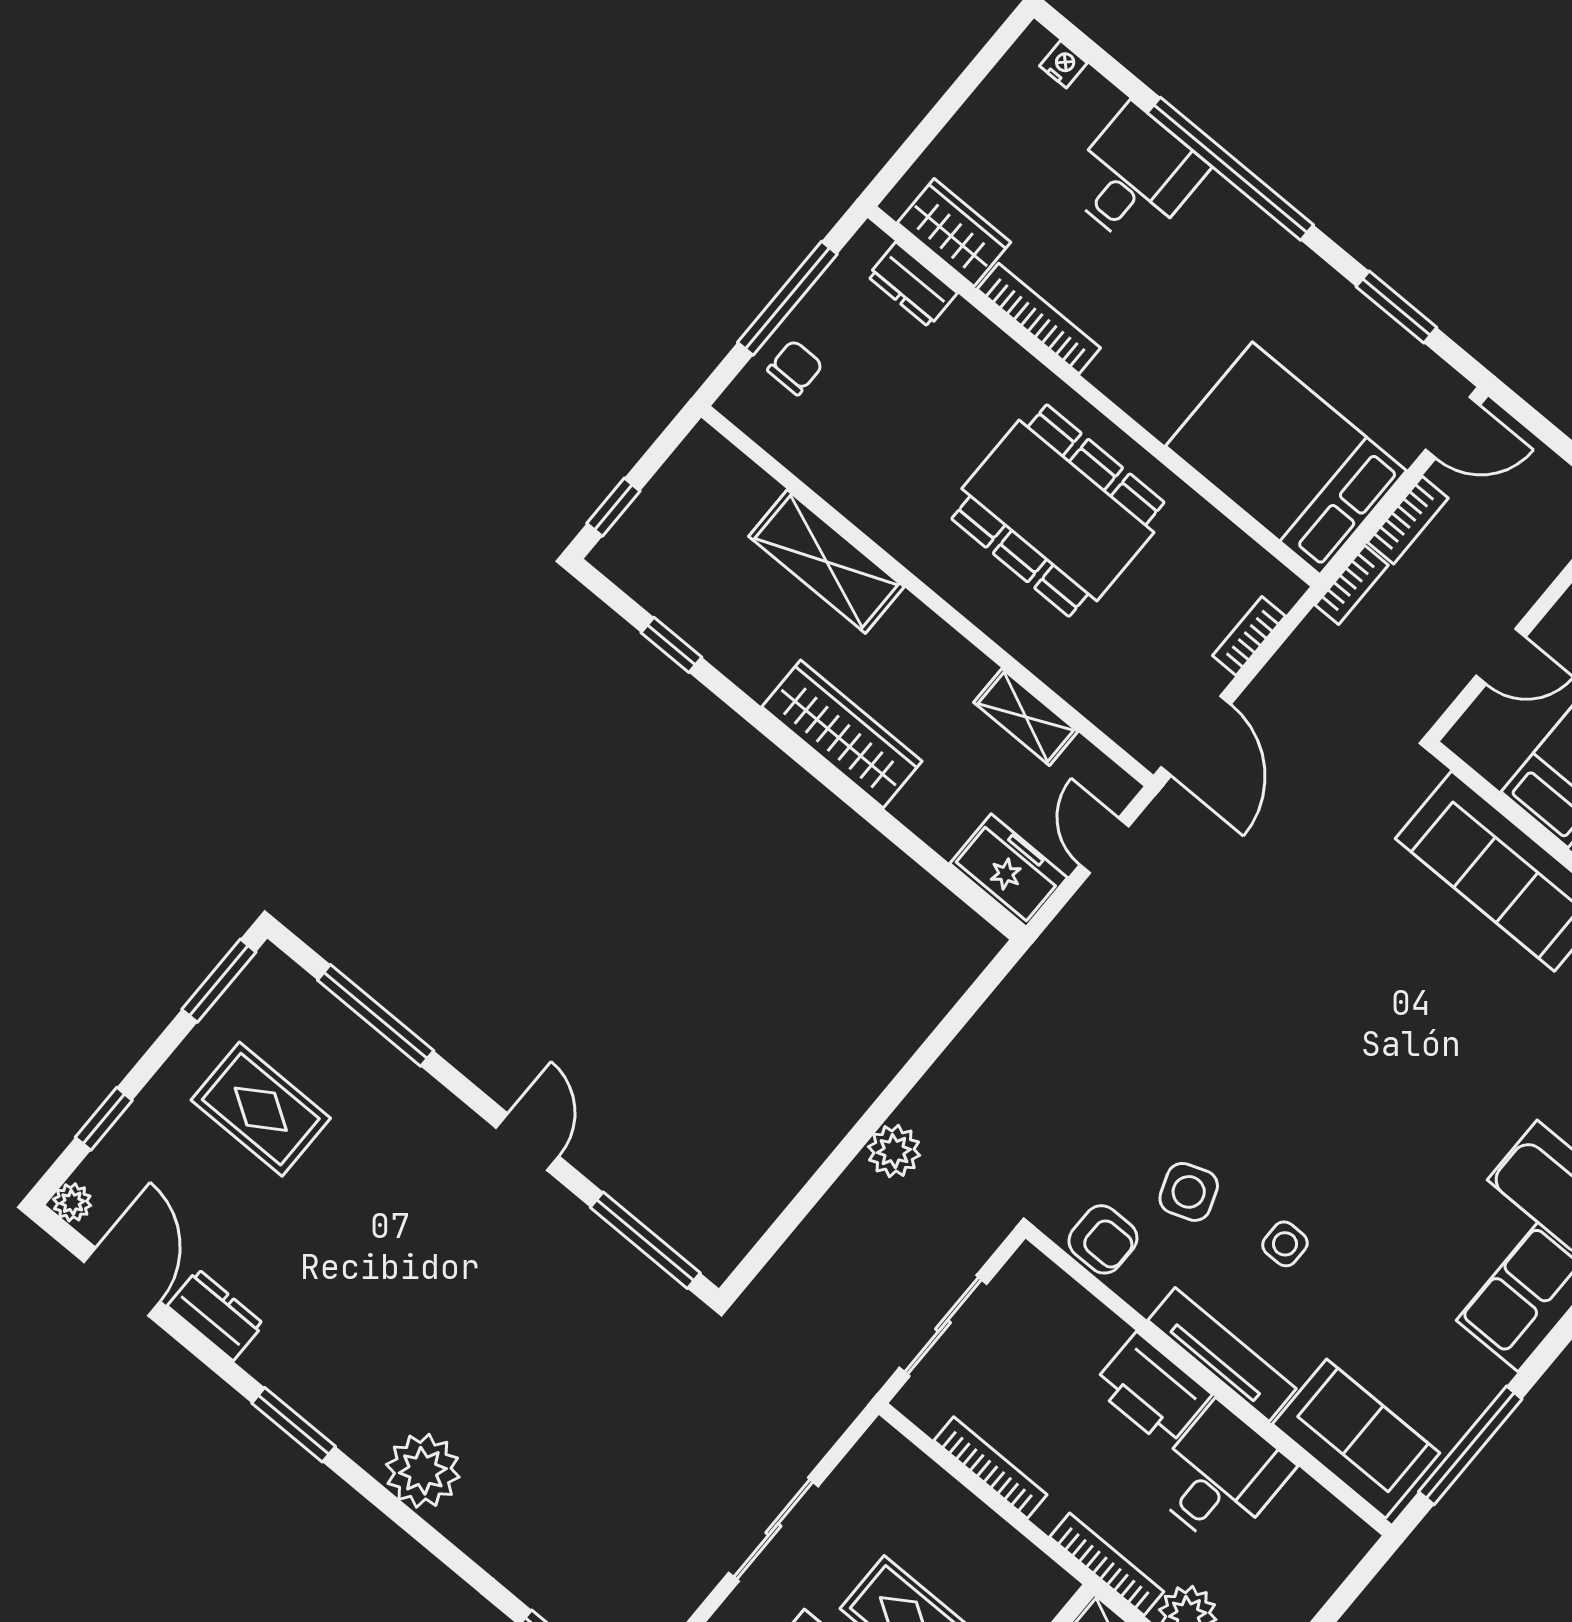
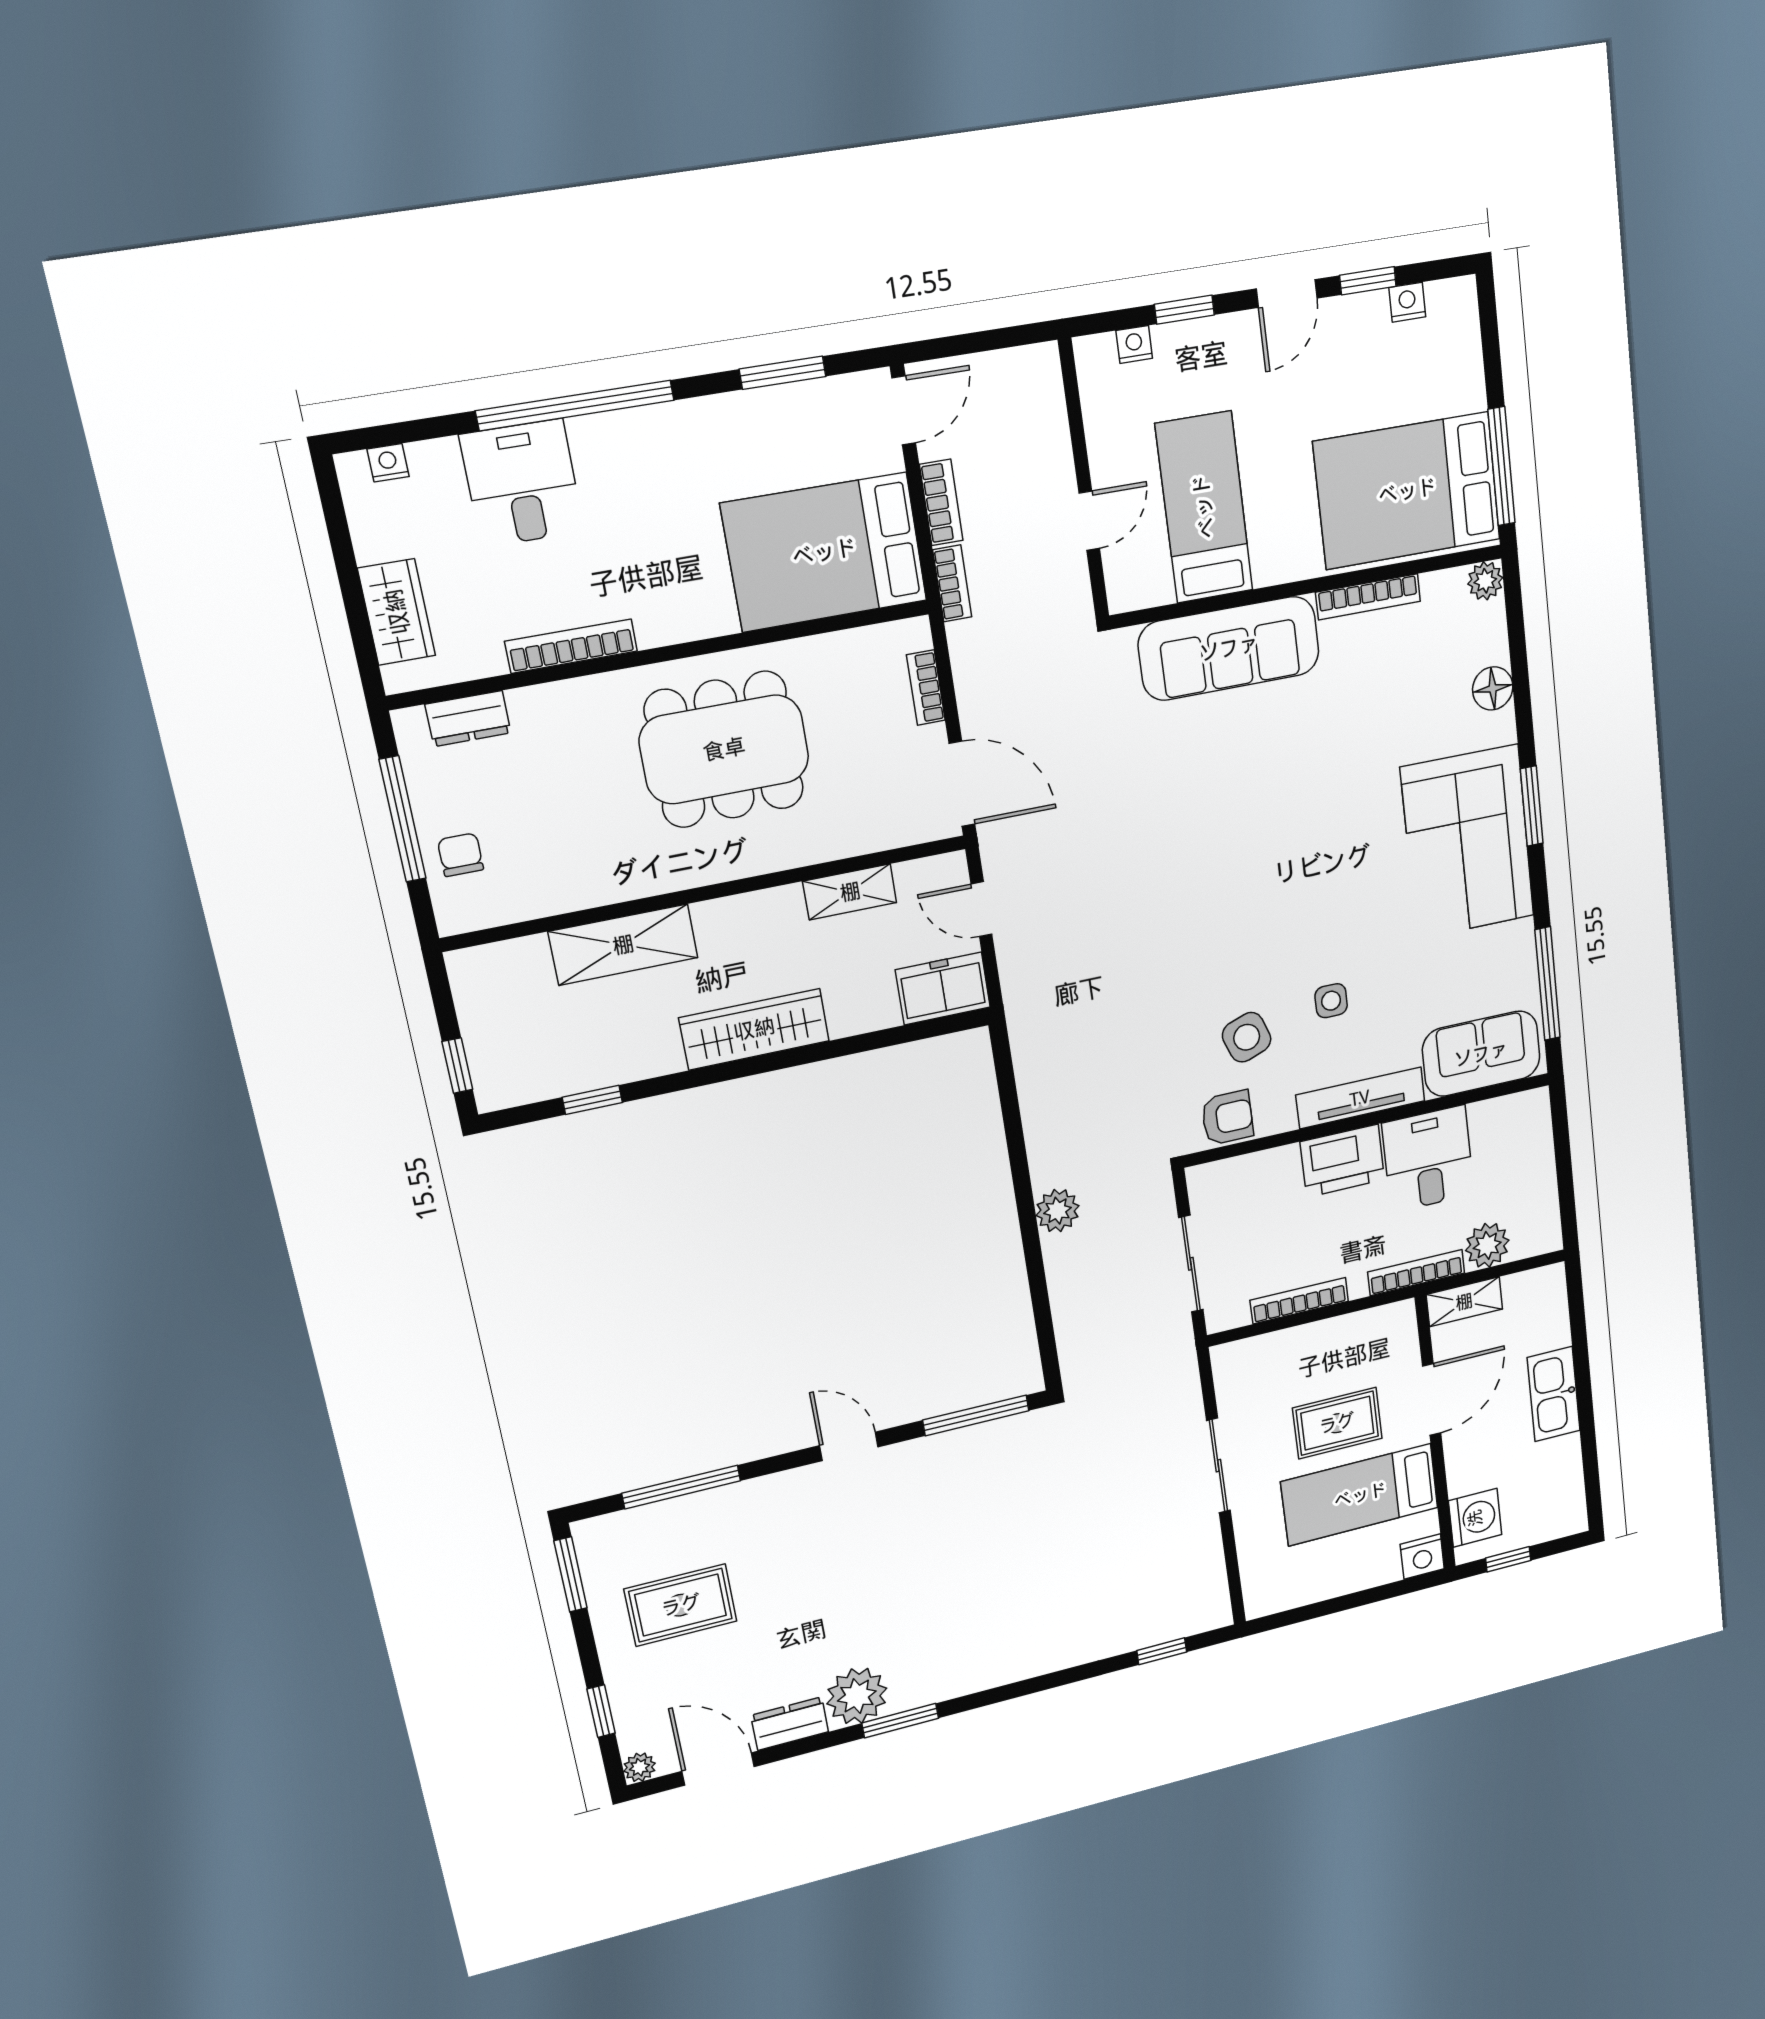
wardrobe: (954, 232) -> (397, 612), moved, turned 90
plant: (423, 1471) -> (857, 1696), moved

